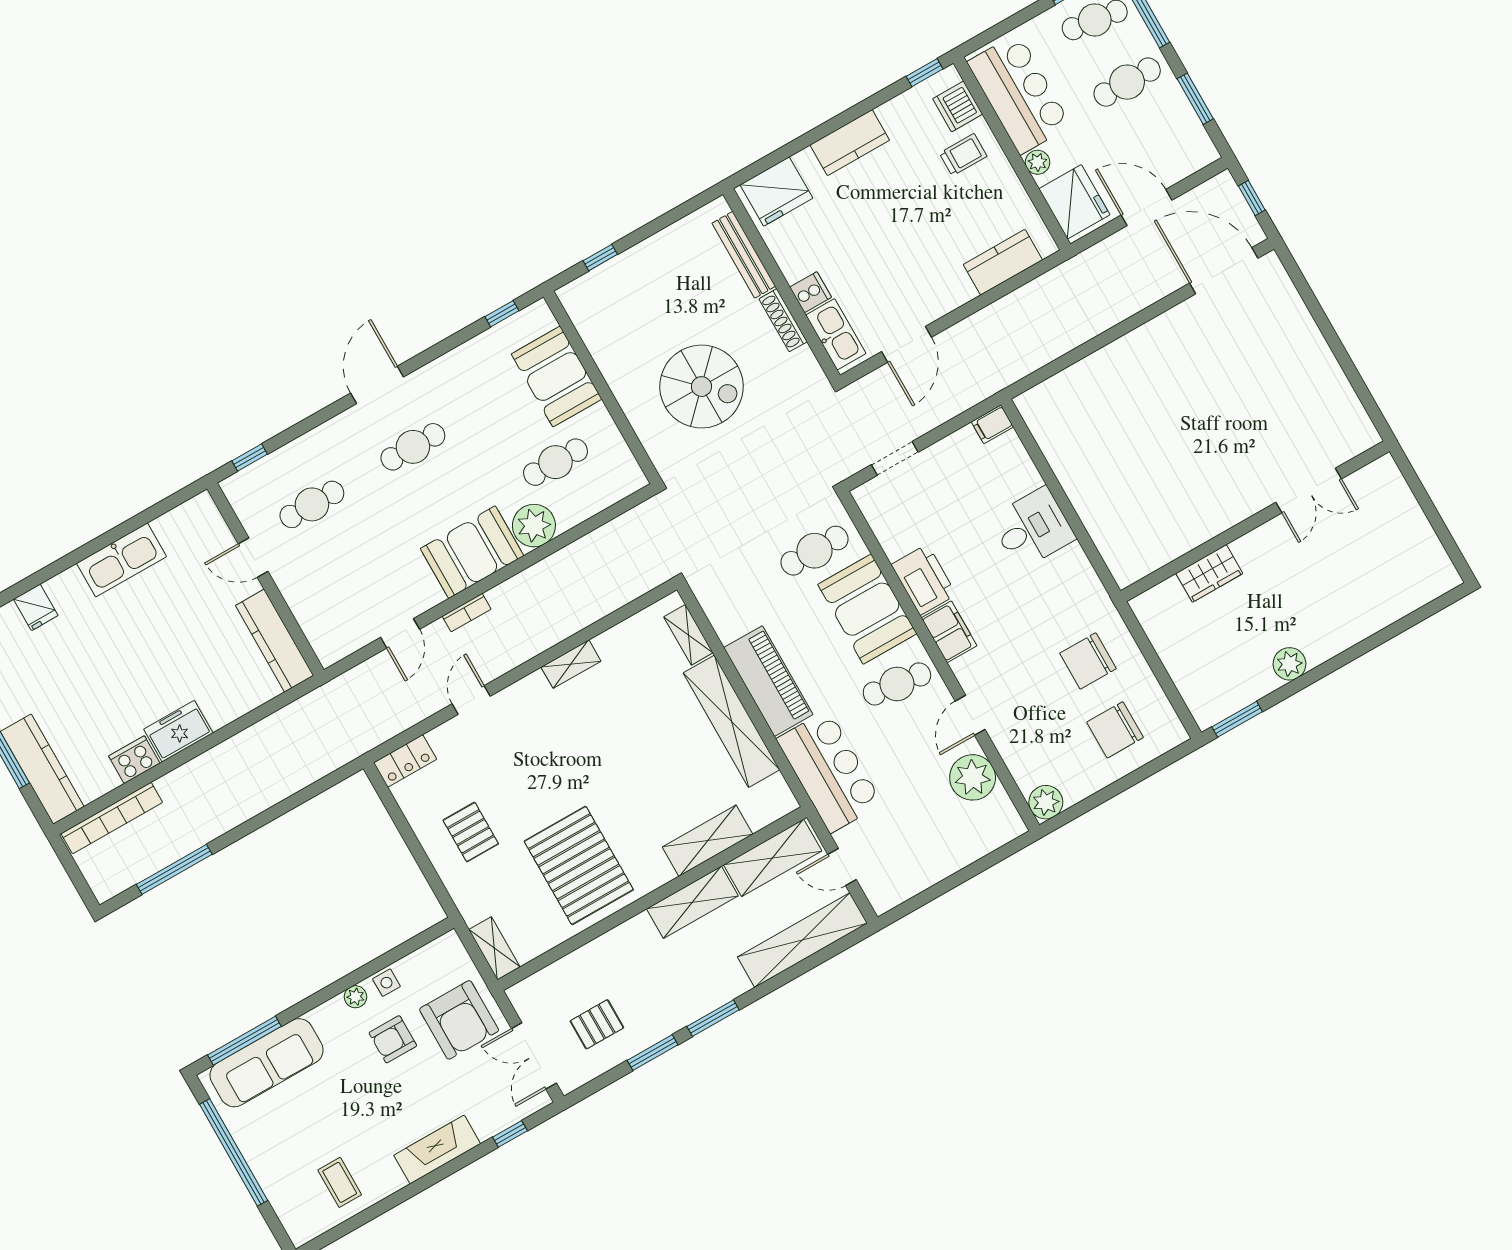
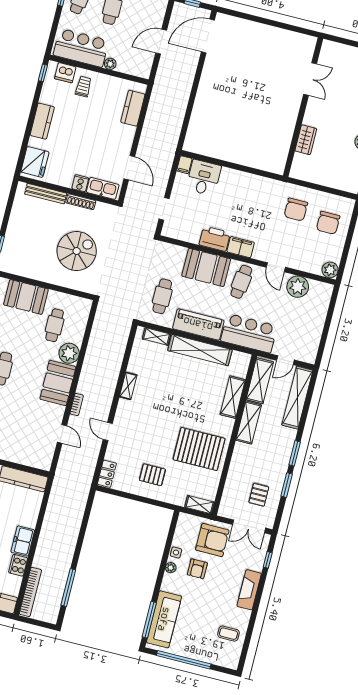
fridge: (1074, 202) -> (136, 64), removed
desk: (1032, 528) -> (204, 178), moved
cafe table: (814, 551) -> (162, 296), moved

